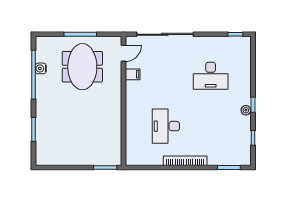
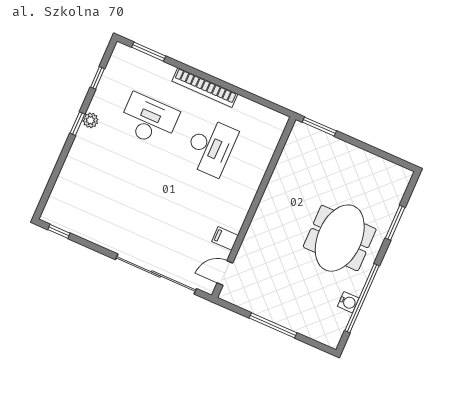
meeting table: (82, 67) -> (340, 238), moved
desk: (211, 76) -> (149, 120), moved

